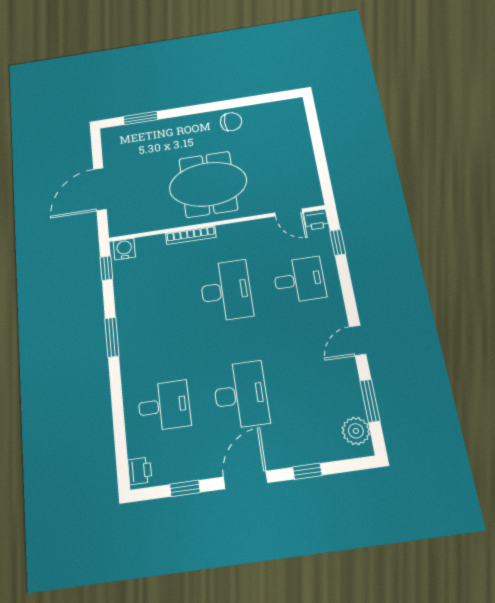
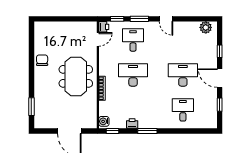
window: (370, 401) -> (139, 19), moved
printer: (140, 471) -> (132, 123), moved

